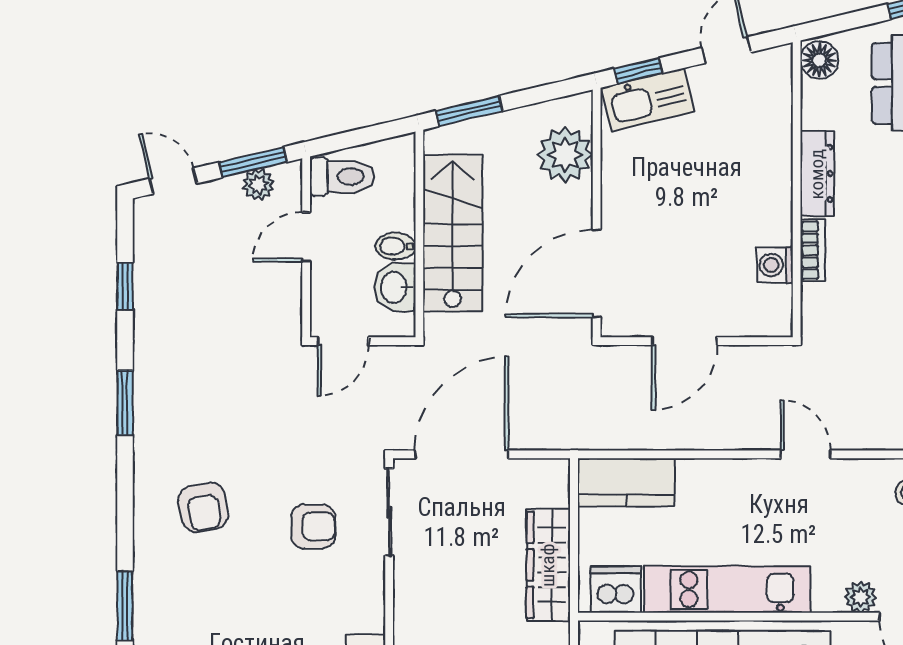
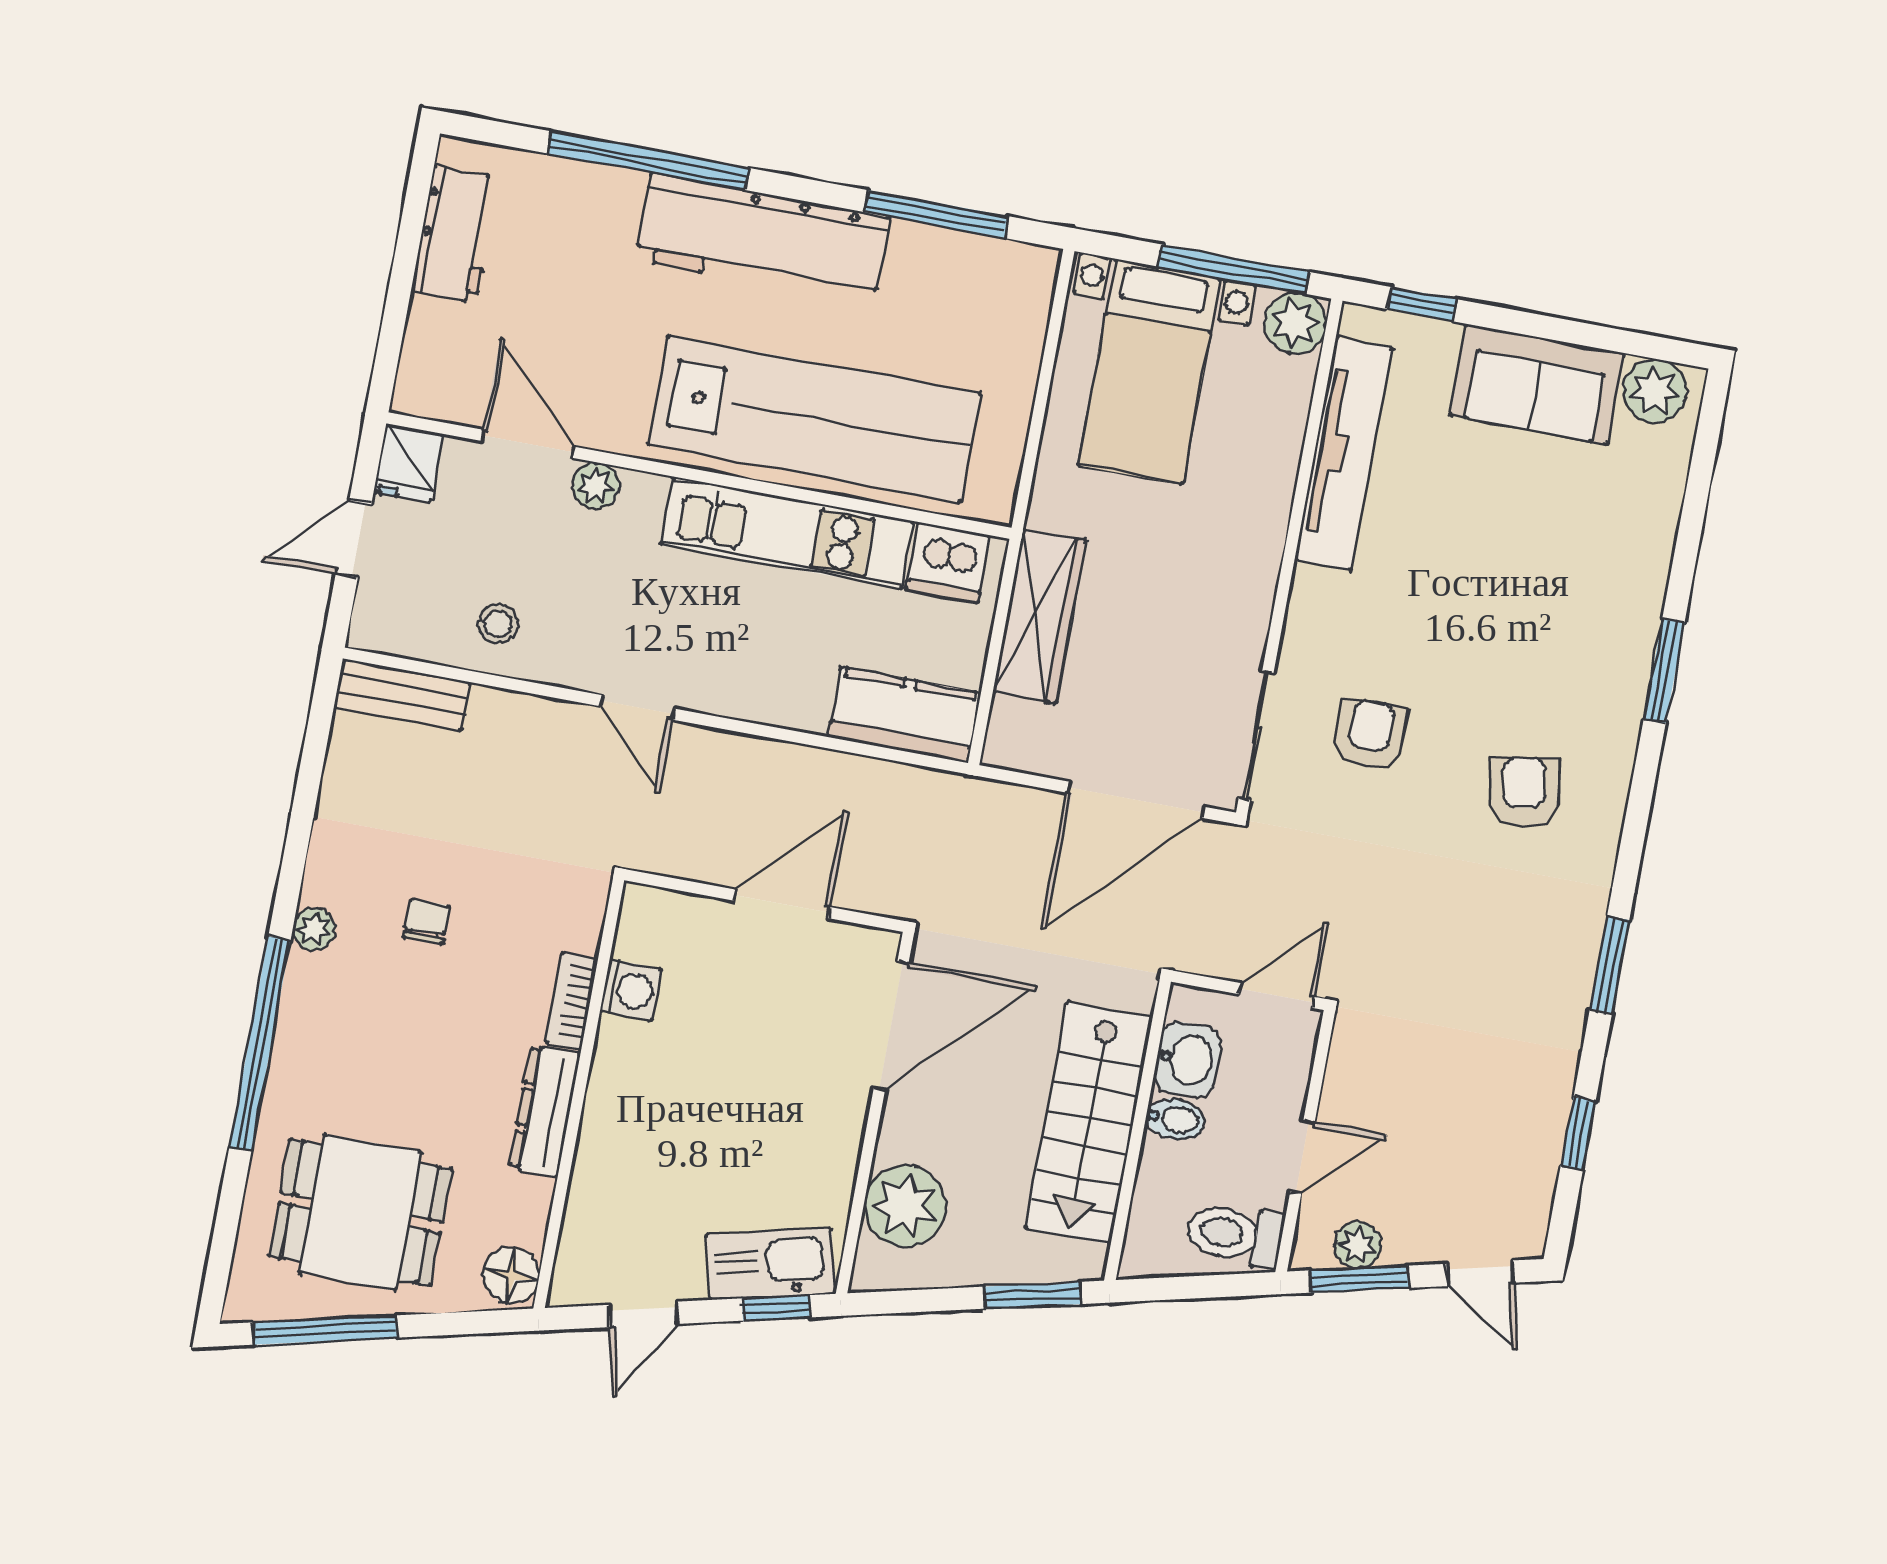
armchair: (313, 526) -> (1370, 735), turned 90

